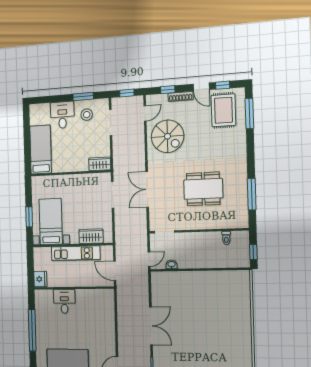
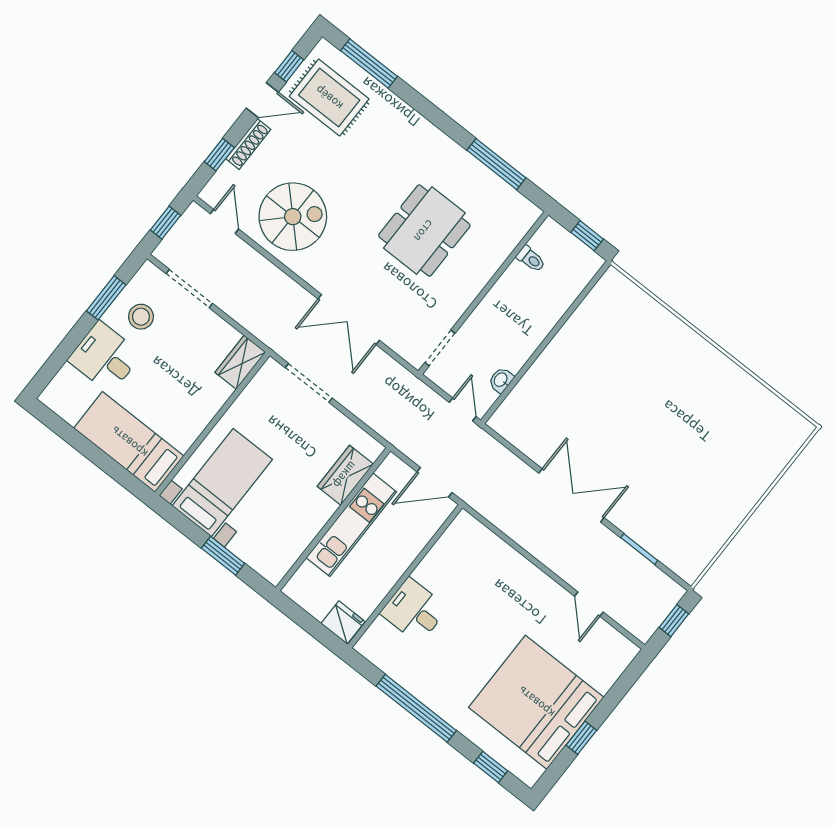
bed with nightstands: (51, 222) -> (222, 483), moved, turned 90

